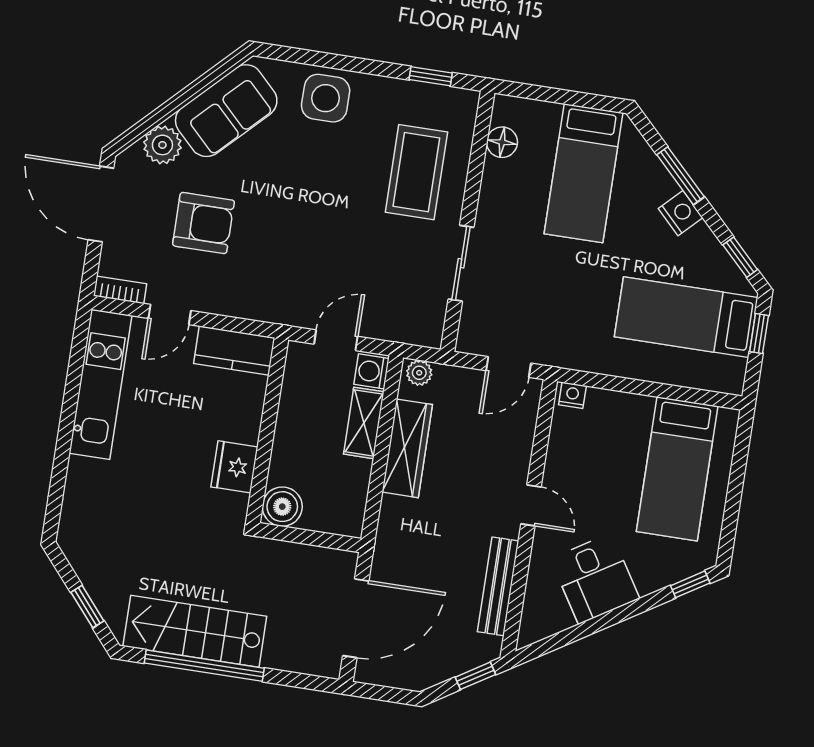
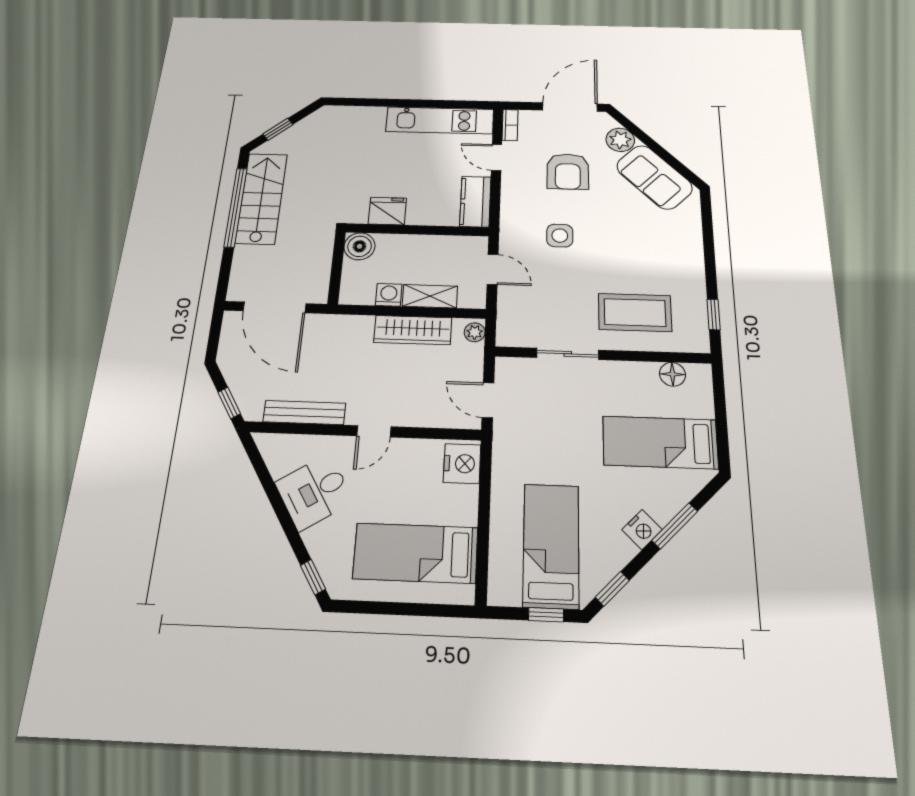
side table: (326, 98) -> (560, 236), moved, width x0.73, depth x0.73
washing machine: (372, 371) -> (389, 295), moved
nightstand: (572, 395) -> (462, 464), width x1.89, depth x1.79

